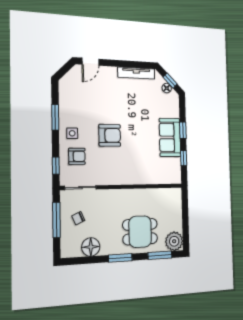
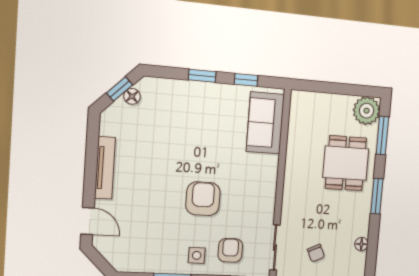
tv unit: (136, 73) -> (105, 168), moved
sofa: (170, 137) -> (265, 123), moved, turned 90
floor lamp: (91, 247) -> (361, 244), width x0.53, depth x0.53

